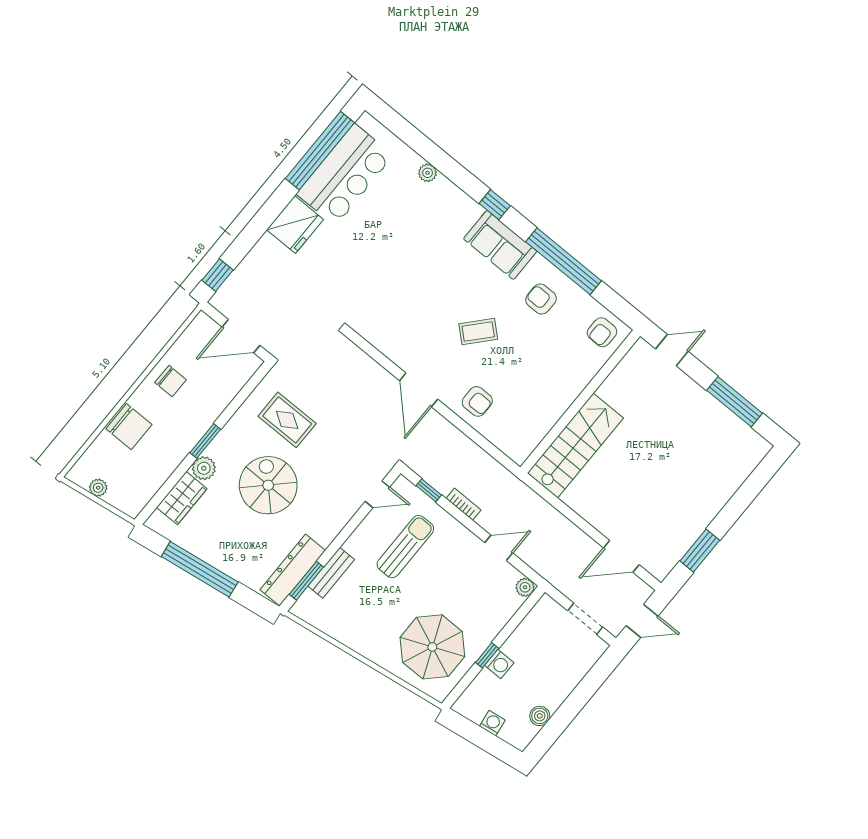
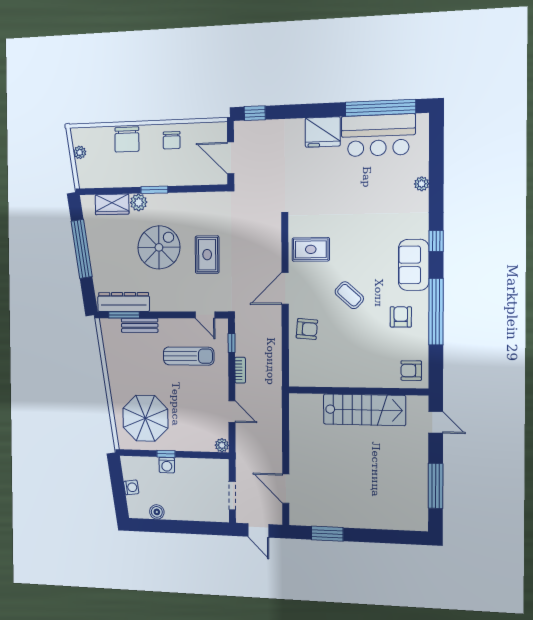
rug: (401, 332) -> (311, 249), added
armchair: (477, 401) -> (307, 329), turned -85
rug: (287, 420) -> (207, 255), moved
stairs: (575, 446) -> (364, 410), moved

